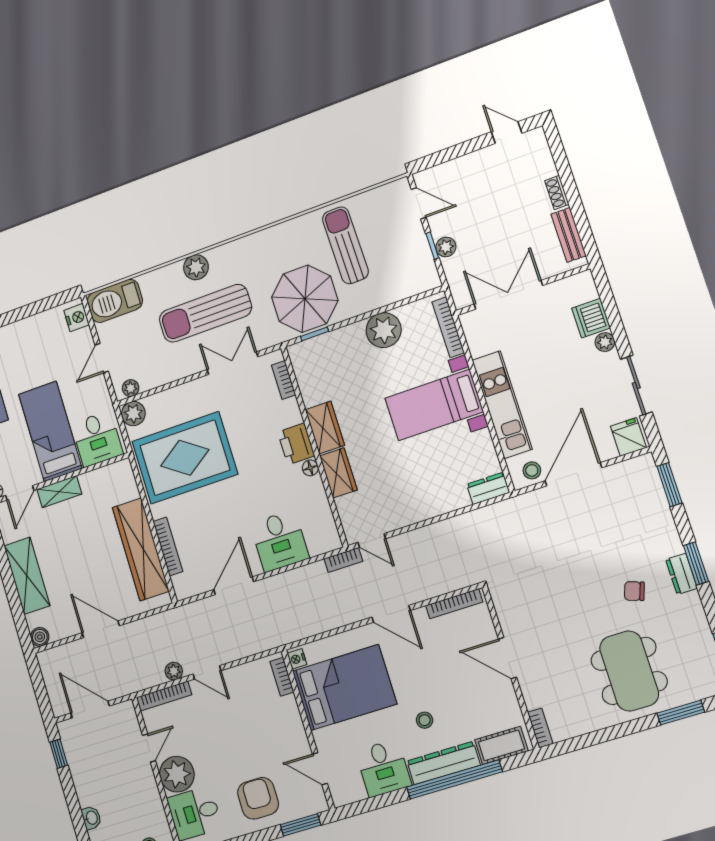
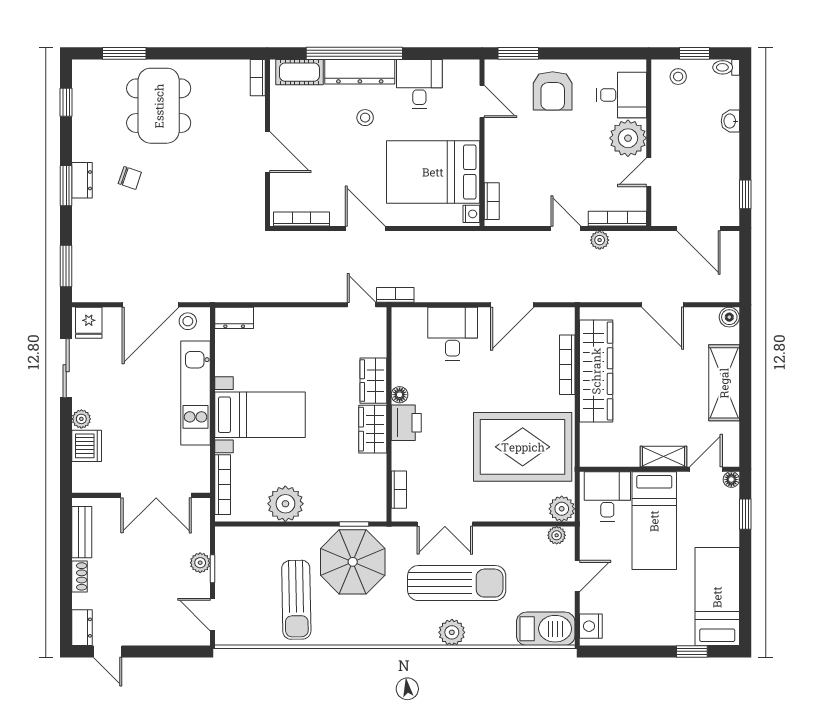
dresser: (538, 146) -> (82, 628), added

